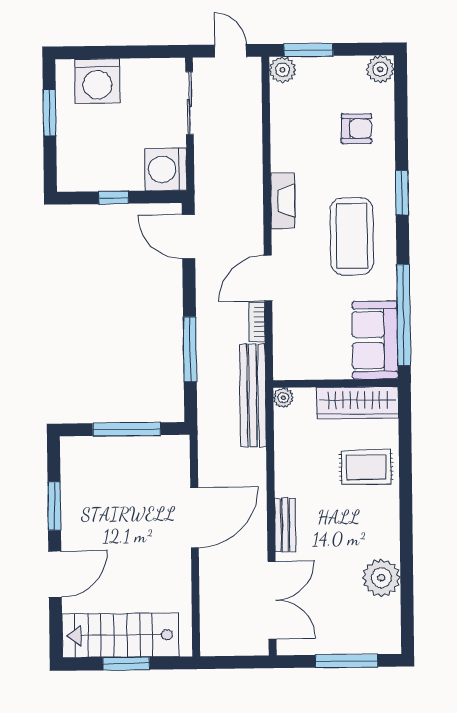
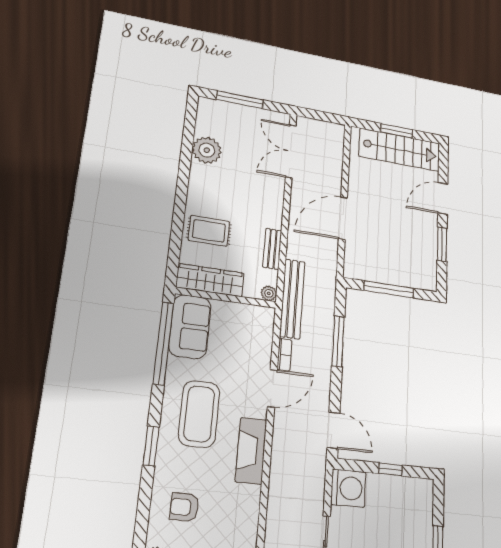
fireplace: (283, 200) -> (251, 451), width x1.37, depth x1.32
bench: (285, 525) -> (272, 249), moved

